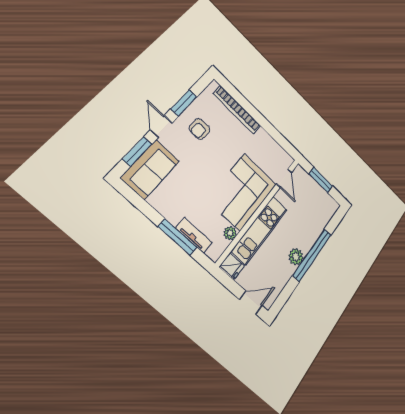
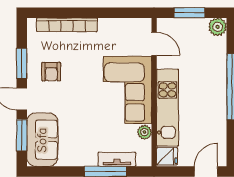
plant: (296, 257) -> (218, 27), moved

